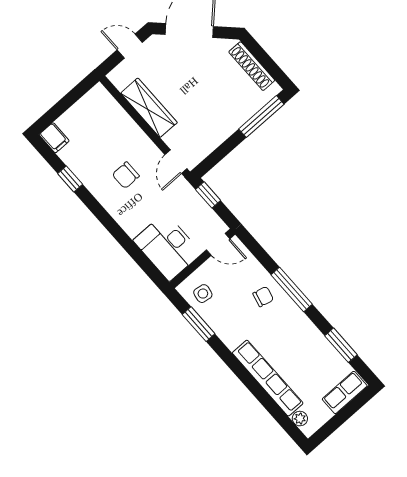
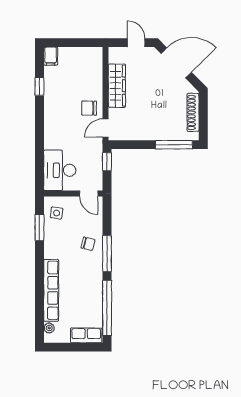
chair: (126, 175) -> (89, 108), moved
window: (341, 345) -> (107, 308), width x2.11

